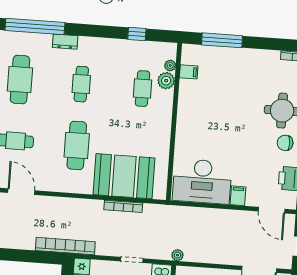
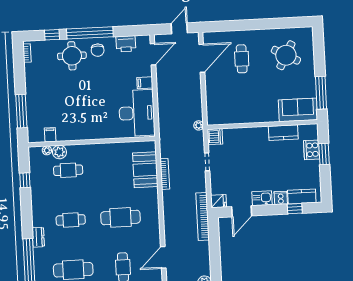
booth: (124, 176) -> (145, 170), width x0.73, depth x0.70

